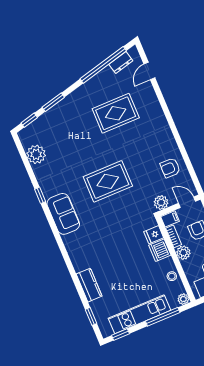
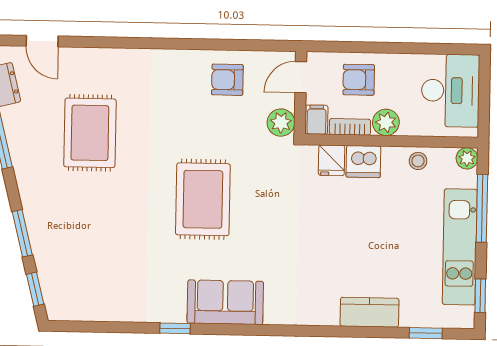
plant: (36, 154) -> (100, 304), removed
armchair: (170, 168) -> (227, 80), turned 90

